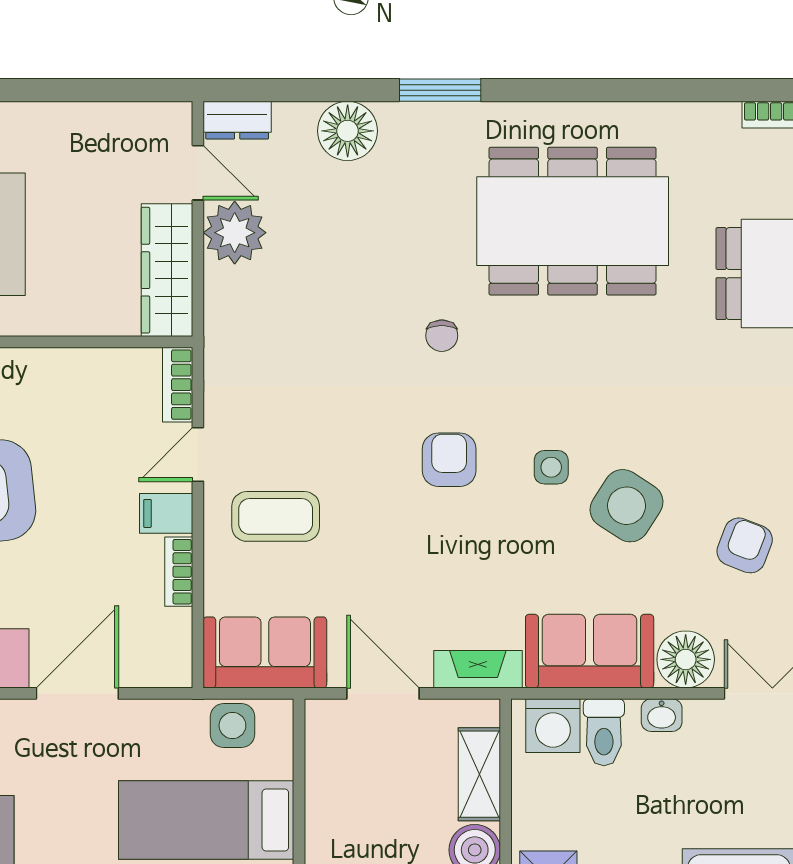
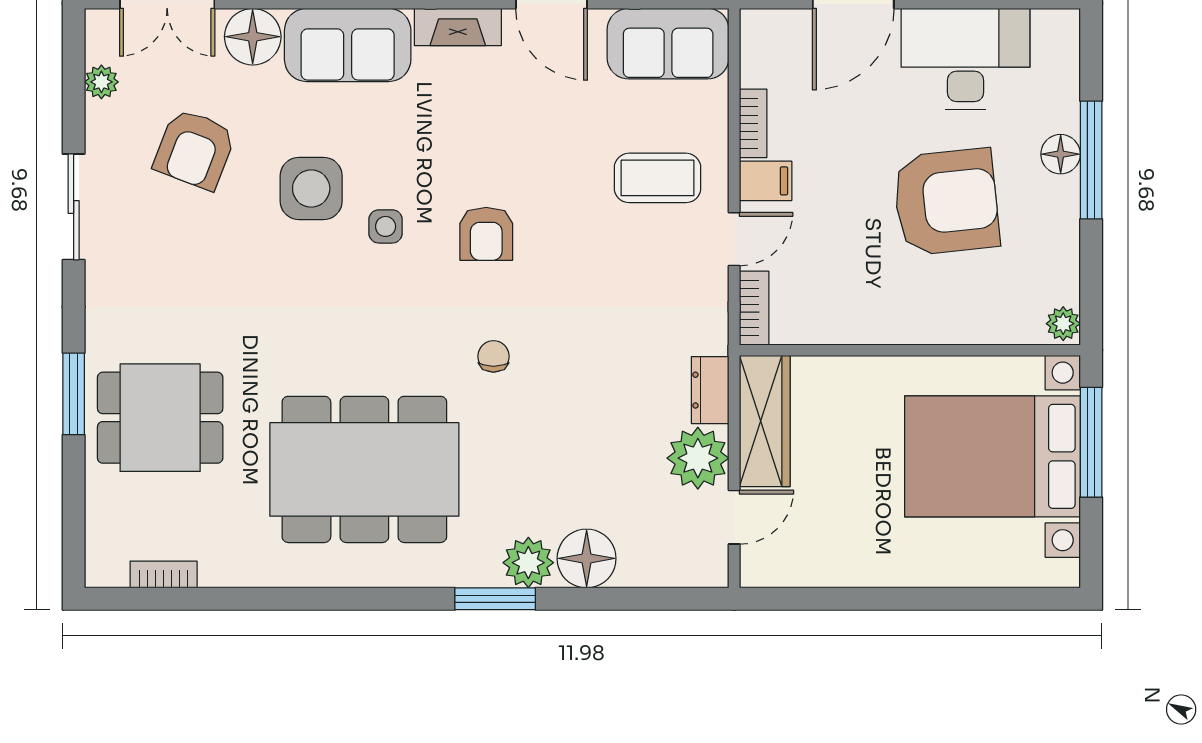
dresser: (237, 120) -> (710, 390), moved, turned -90
plant: (407, 127) -> (528, 563), added
door: (198, 173) -> (734, 517), swing flipped
side table: (626, 506) -> (311, 188), turned -33
armchair: (745, 545) -> (195, 149), width x1.38, depth x1.38

